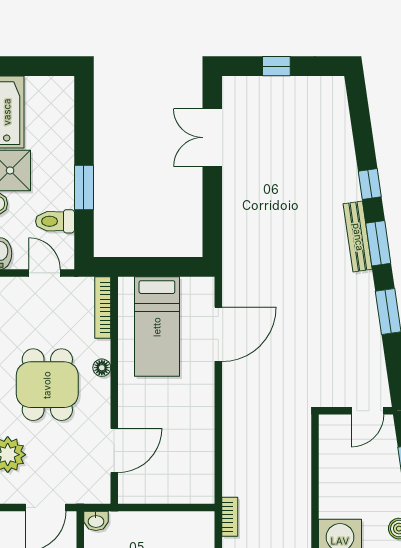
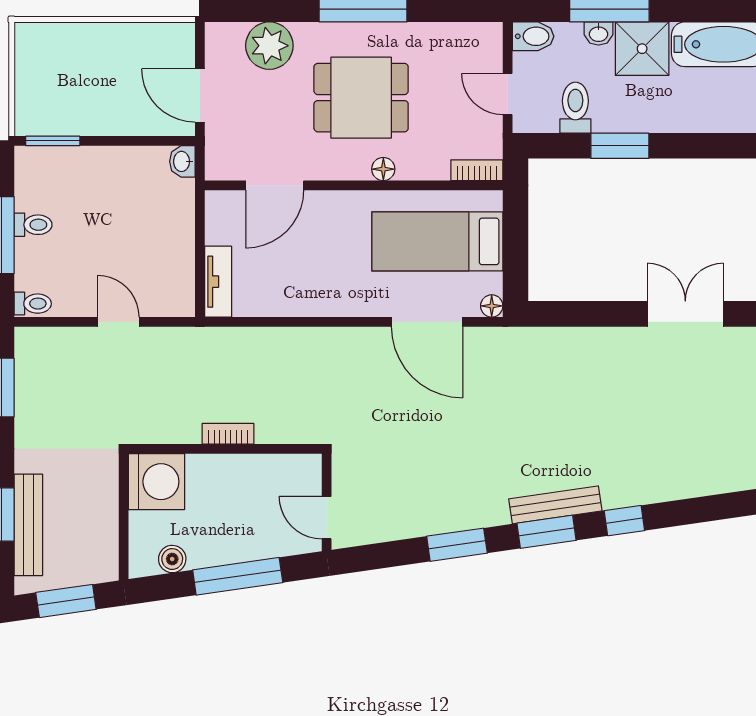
door: (45, 273) -> (508, 94), swing flipped
floor lamp: (206, 285) -> (492, 306), added
bookcase: (103, 308) -> (477, 170), width x0.64
door: (114, 450) -> (275, 185), hinge flipped
tv unit: (188, 494) -> (218, 282), added
bookcase: (230, 517) -> (228, 434), moved, turned 180

